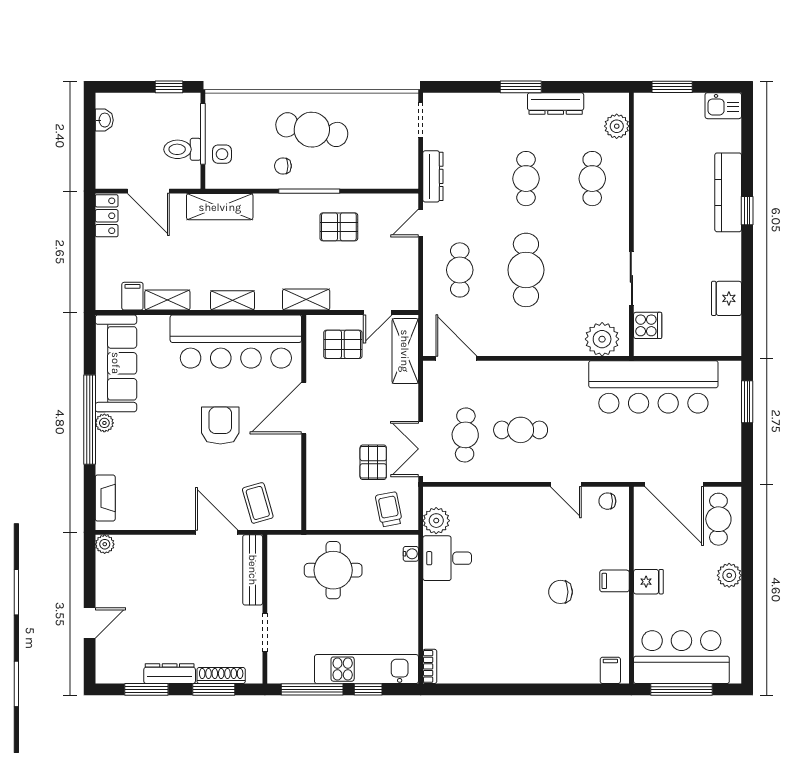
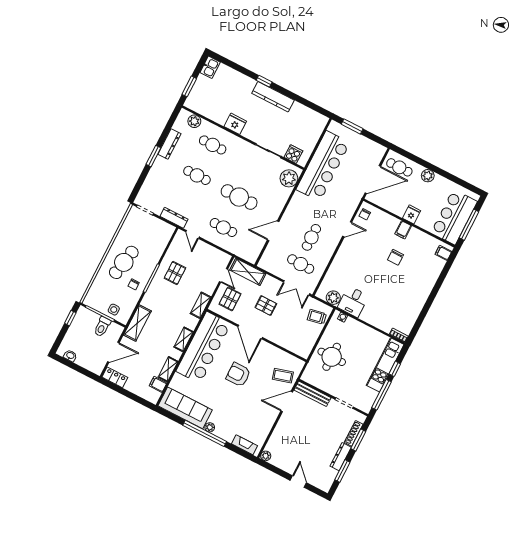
kitchen counter: (728, 192) -> (273, 97), moved
fridge: (727, 298) -> (235, 124), moved, turned 180
door: (456, 358) -> (273, 231), moved
pallet: (373, 462) -> (266, 306), moved

